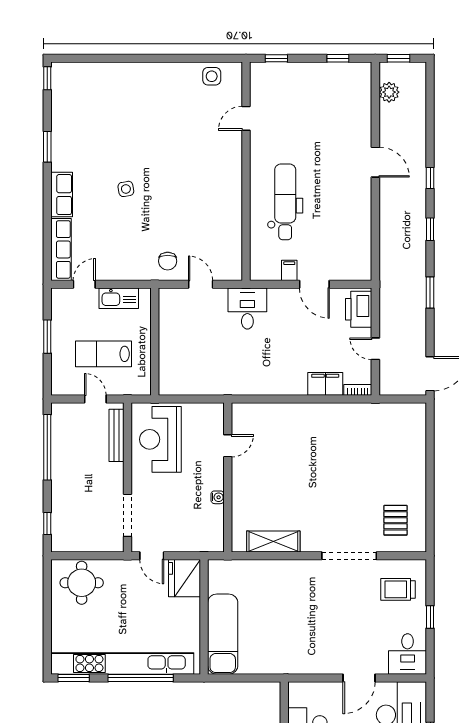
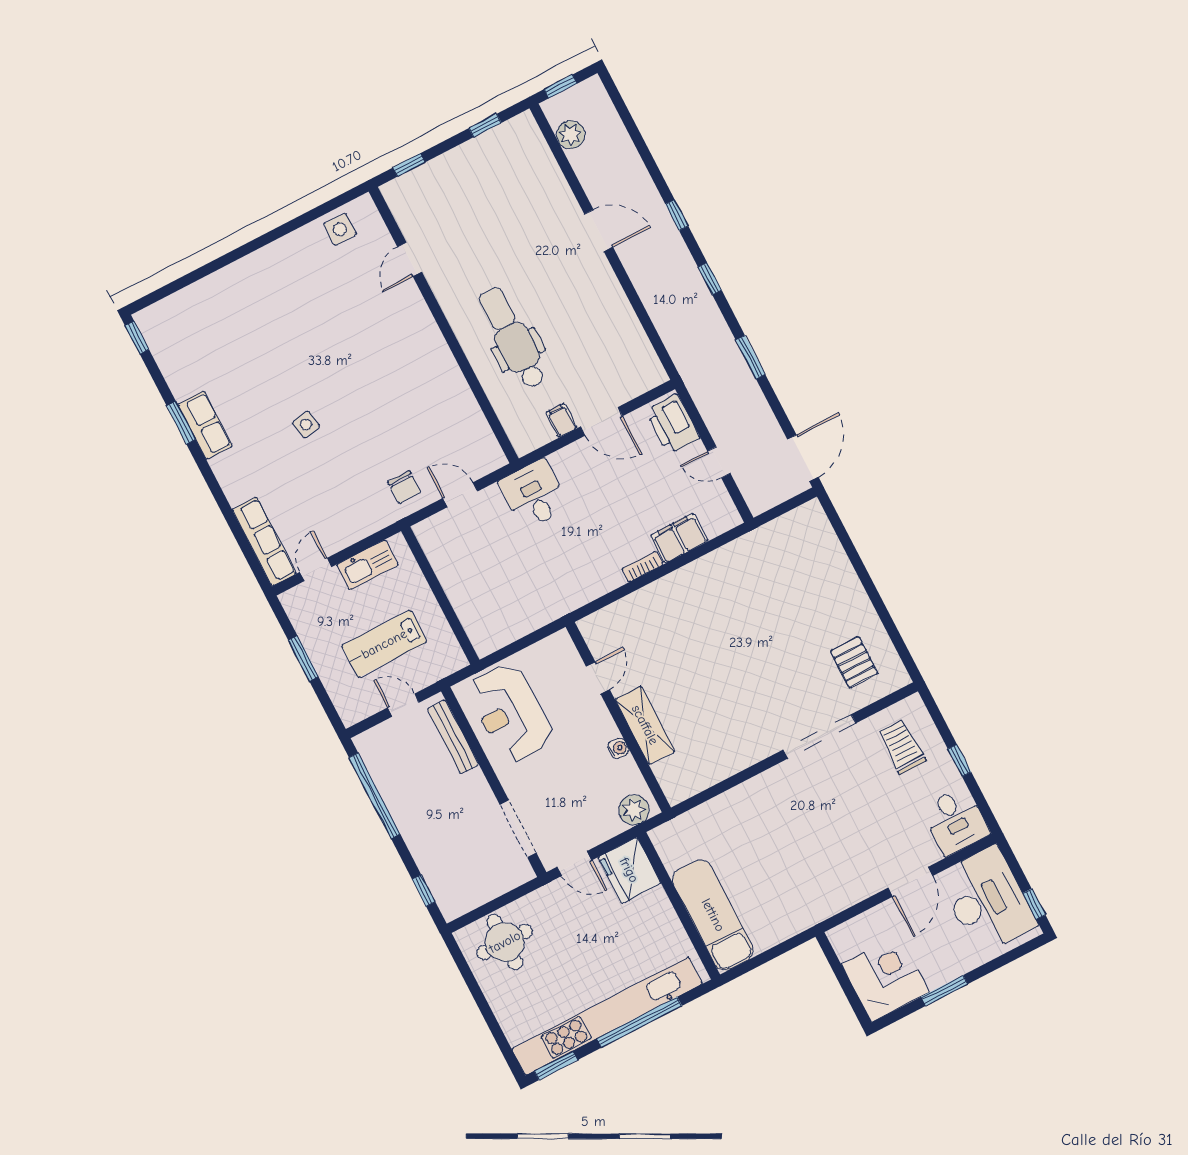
row of seats: (62, 195) -> (205, 425), moved
bookcase: (358, 390) -> (642, 567), moved
plant: (207, 541) -> (634, 810), added
shelving: (273, 542) -> (645, 725), moved, turned 90
trolley: (398, 589) -> (902, 747), turned 90

